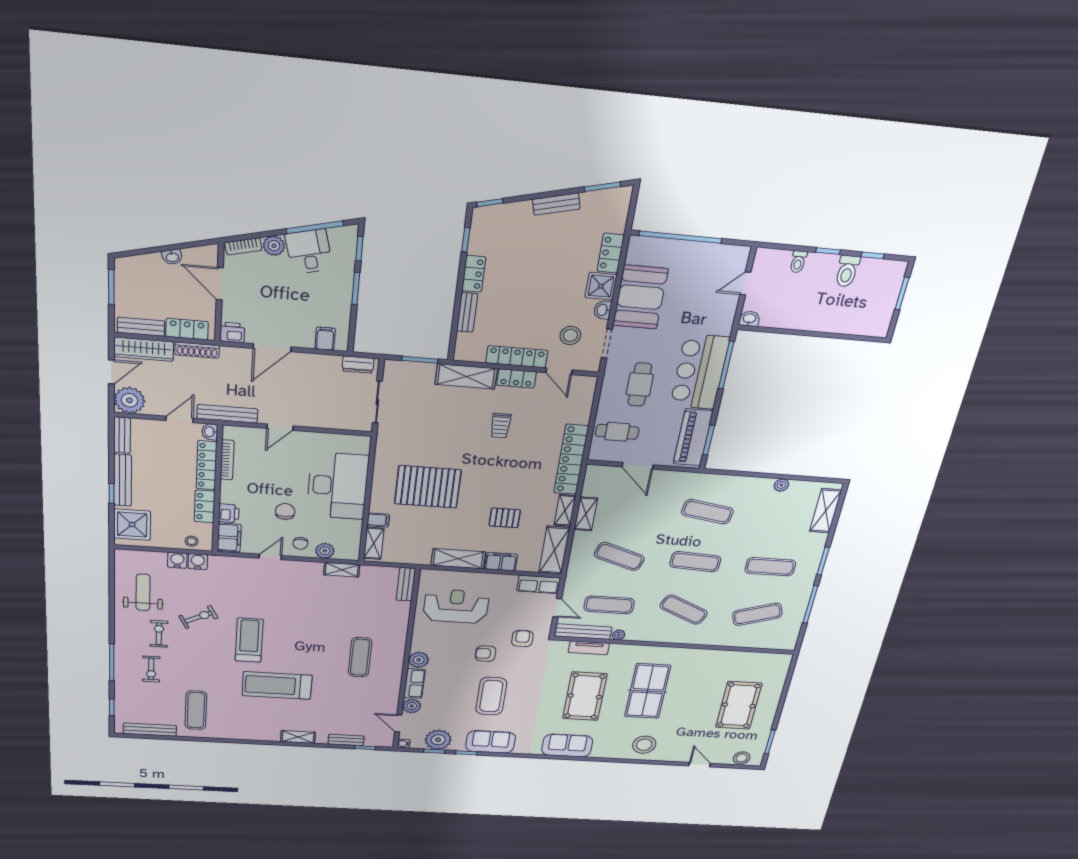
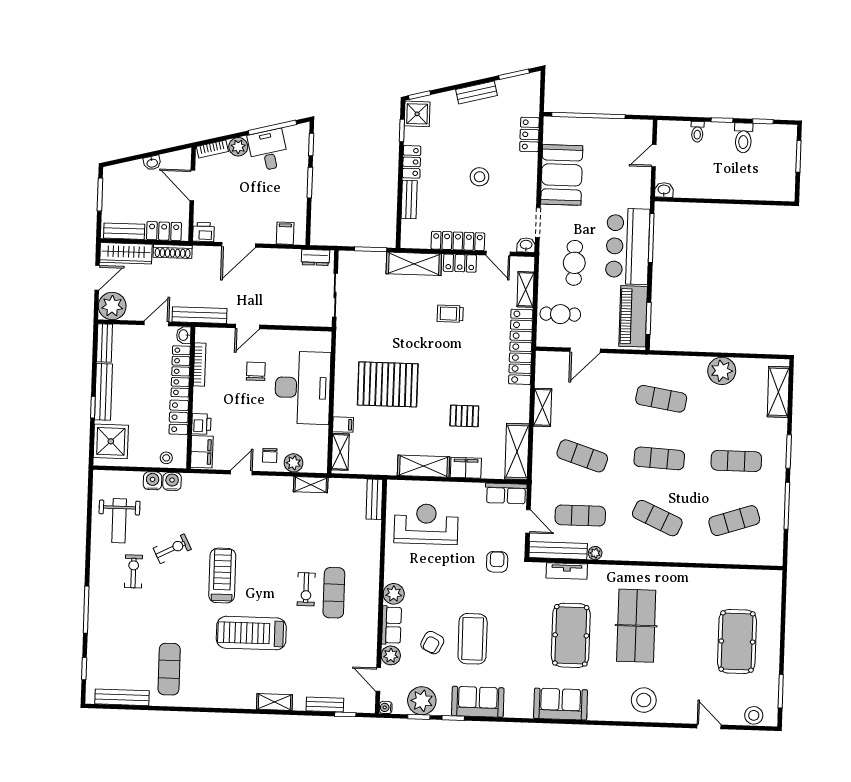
shower: (601, 286) -> (417, 114), moved
washbasin: (603, 310) -> (526, 245), moved, turned 90
stool: (570, 335) -> (480, 177), moved
trolley: (501, 426) -> (450, 314), turned 90
door: (638, 466) -> (585, 350), hinge flipped
plant: (781, 485) -> (722, 371), width x1.88, depth x1.88
shelving: (565, 510) -> (526, 289), moved
chair: (285, 511) -> (256, 371), moved
weight bench: (143, 592) -> (119, 521), turned 180
armchair: (485, 654) -> (432, 643), moved, turned -63
exercise bike: (151, 669) -> (306, 589), moved

